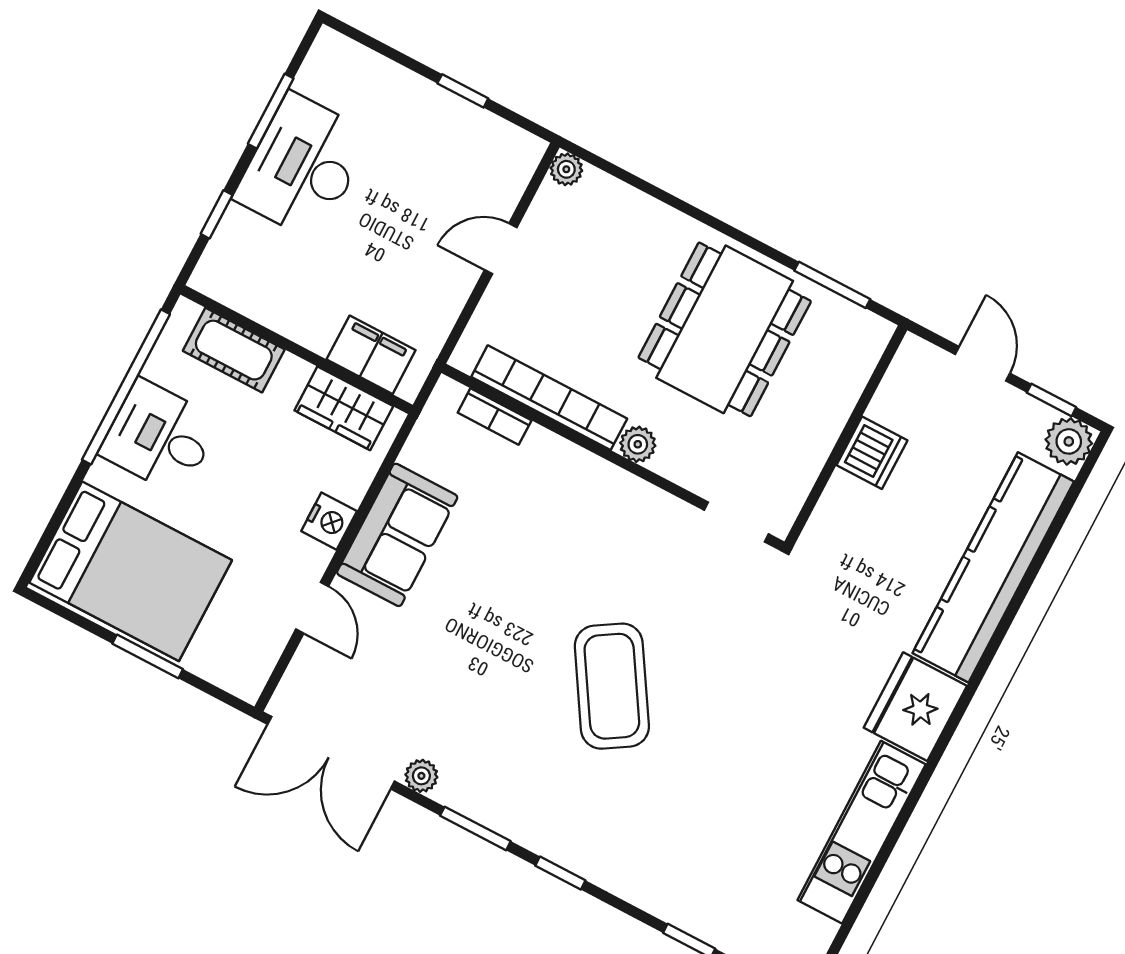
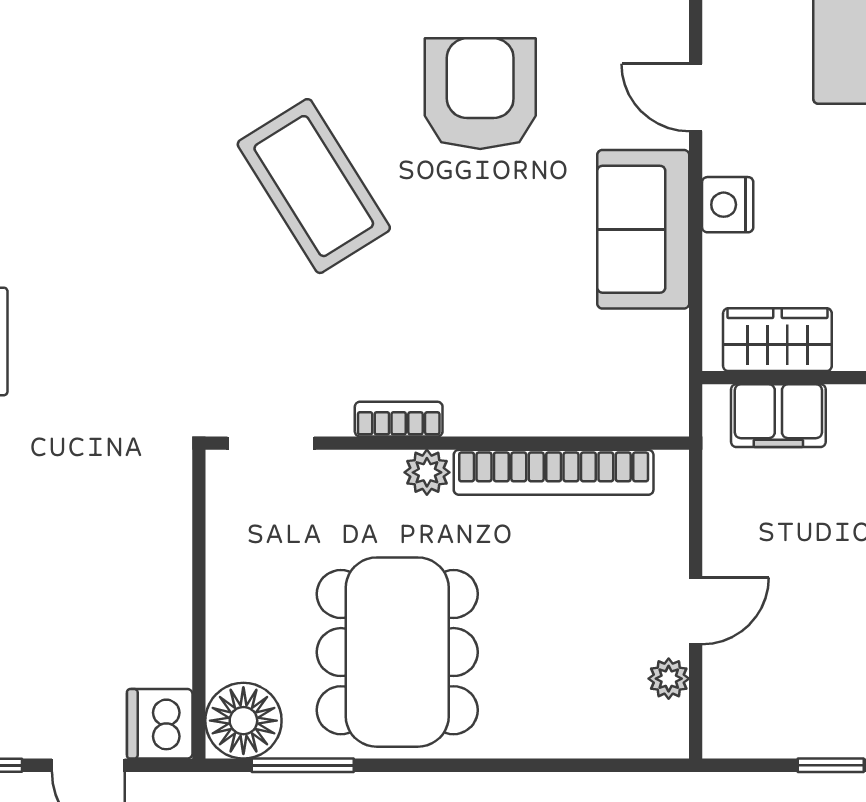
plant: (566, 169) -> (669, 679), moved
floor lamp: (857, 338) -> (243, 721), added
bookcase: (495, 417) -> (399, 419), moved
dishwasher: (872, 453) -> (160, 724), moved
armchair: (461, 690) -> (480, 94), added

